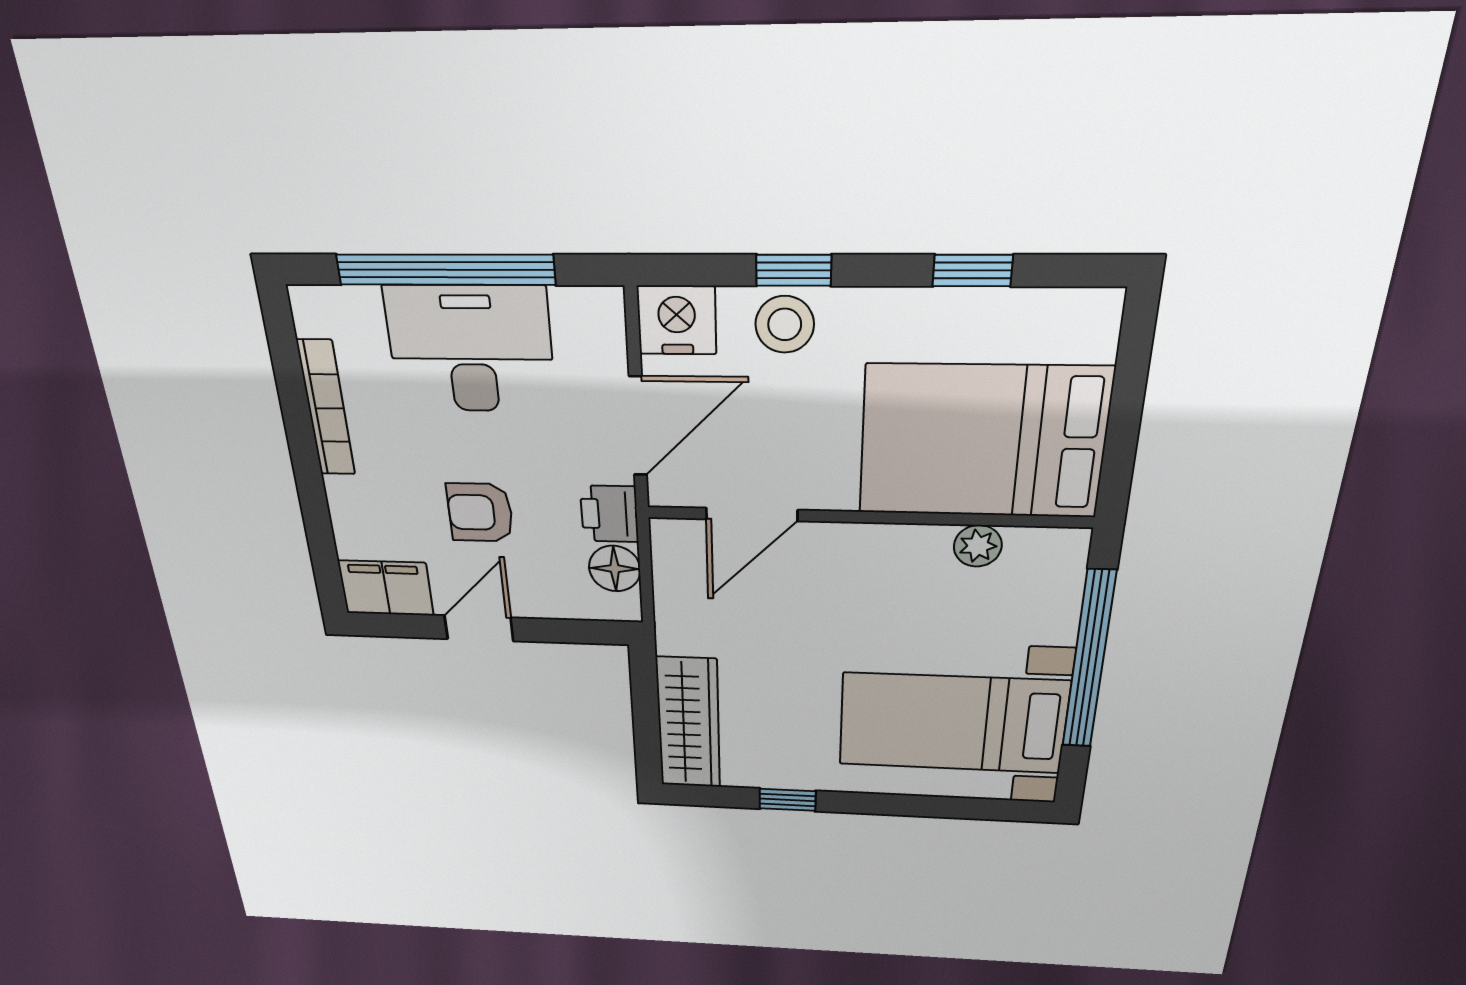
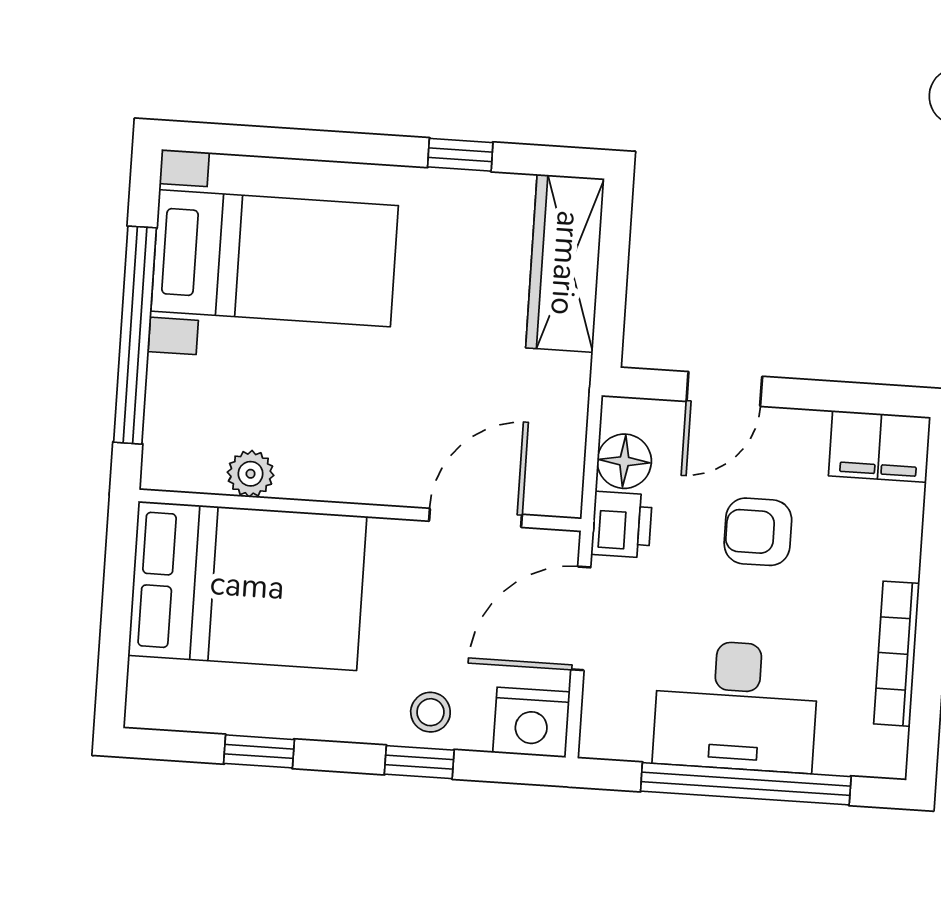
stool: (785, 324) -> (430, 712), width x0.73, depth x0.73
armchair: (480, 512) -> (758, 532), turned 180
door: (479, 628) -> (724, 389), moved

